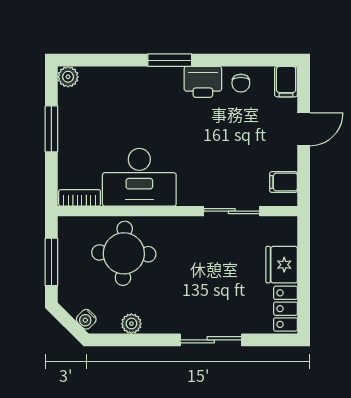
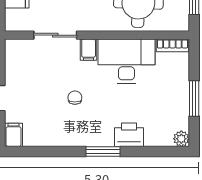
printer: (203, 82) -> (129, 135), moved
chair: (241, 83) -> (75, 98), moved
filing cabinet: (284, 182) -> (89, 50), moved, turned 90

